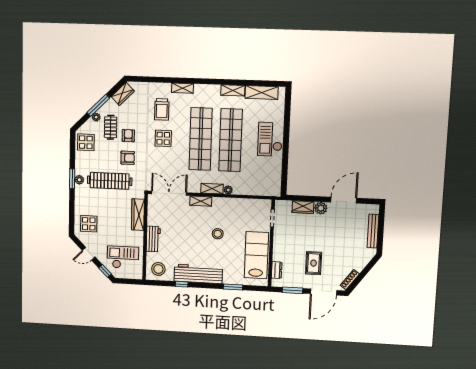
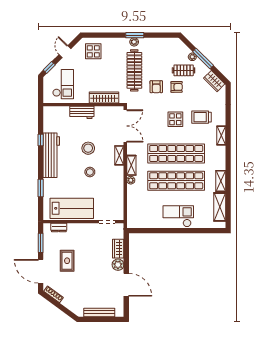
display table: (86, 142) -> (169, 48), removed
rug: (314, 263) -> (67, 261), turned 90
stool: (158, 269) -> (88, 148), moved

